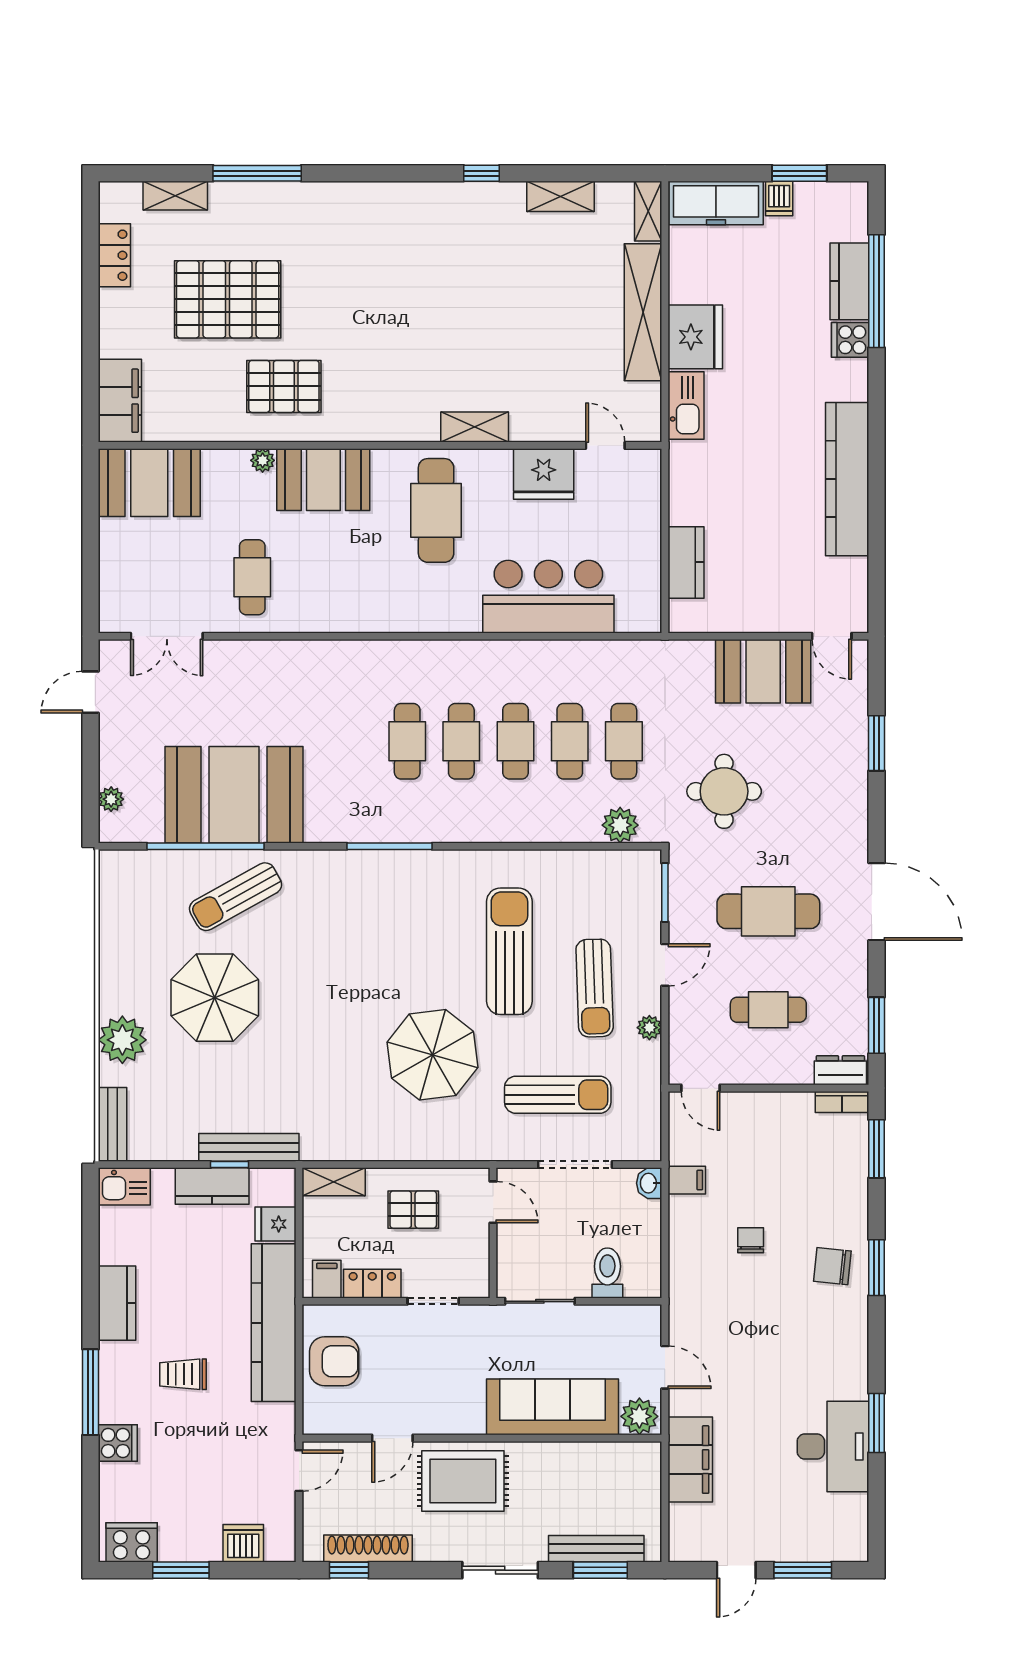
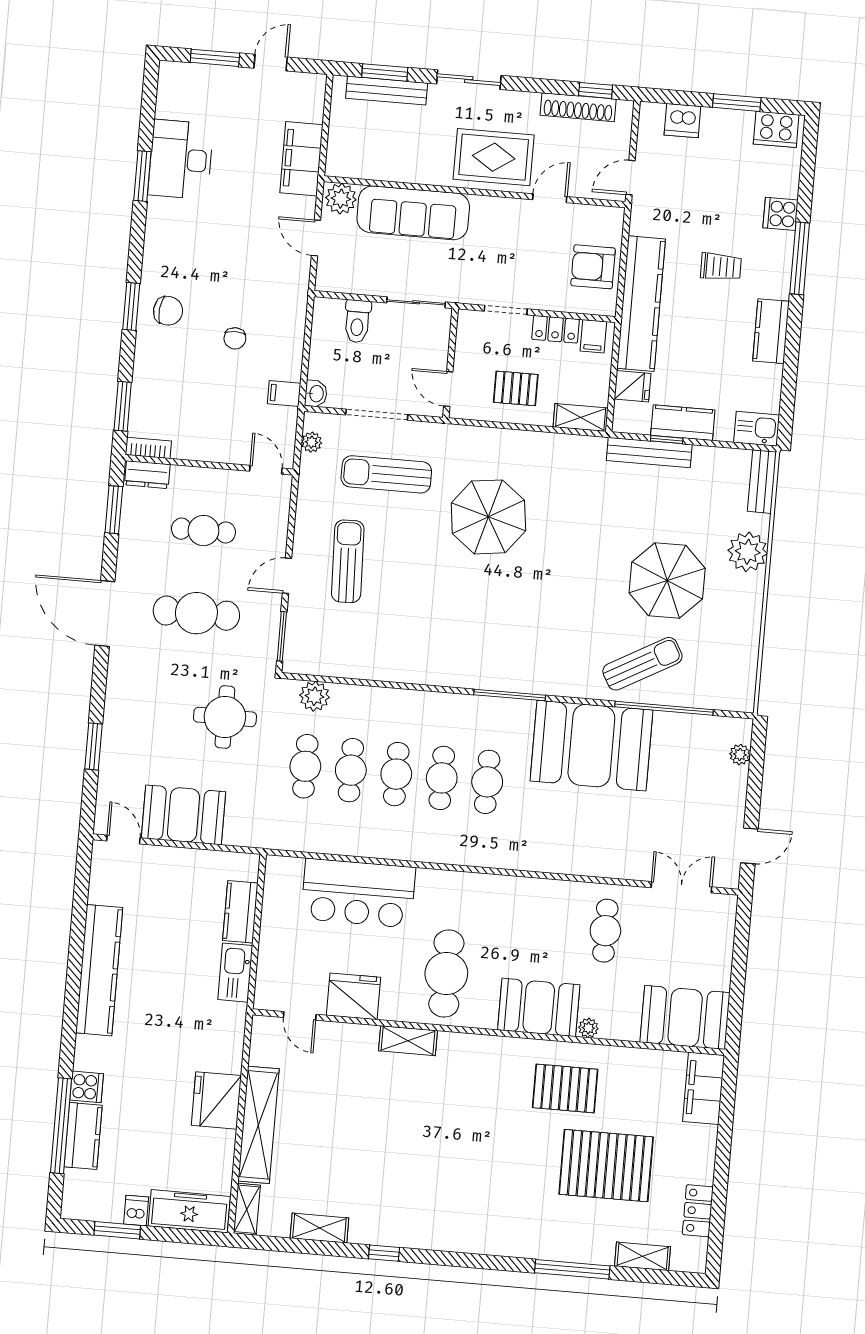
kitchen sink: (686, 405) -> (235, 973), moved
booth: (234, 795) -> (591, 746), moved
sun lounger: (509, 951) -> (416, 598), removed
plant: (649, 1028) -> (312, 442), moved

